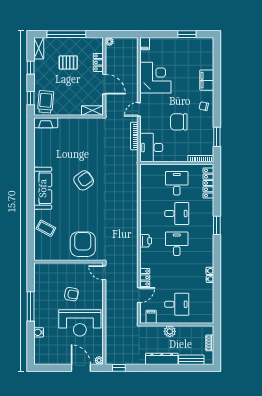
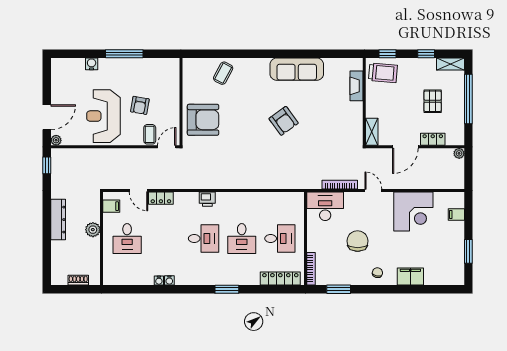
filing cabinet: (145, 44) -> (456, 214), moved
fireplace: (46, 123) -> (357, 86), moved
sofa: (43, 188) -> (297, 69), moved
coffee table: (94, 286) -> (150, 134), added
bench: (191, 360) -> (57, 257), removed

